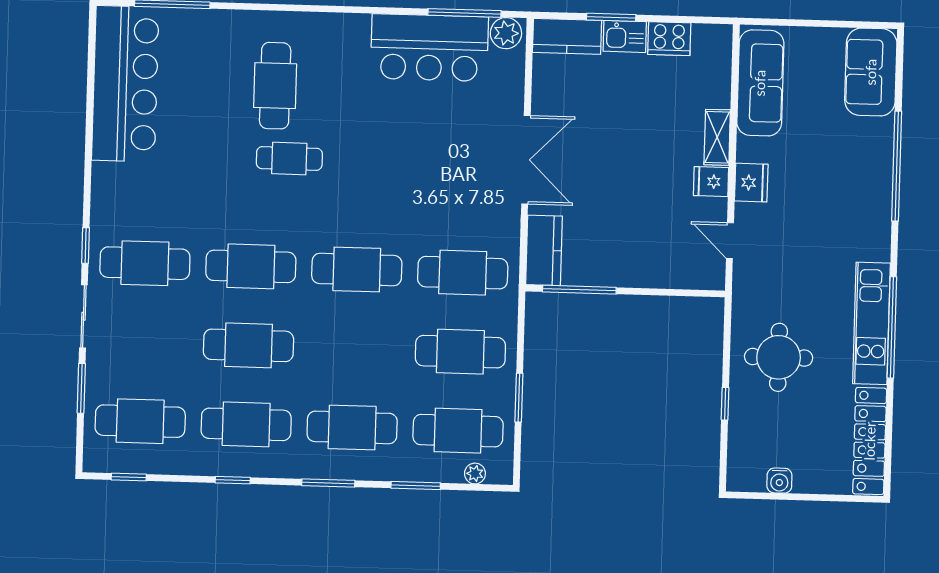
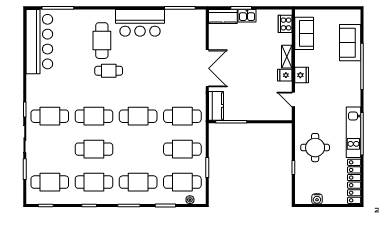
plant: (506, 33) -> (197, 16), removed
cooker: (669, 39) -> (285, 24), moved, turned 90
bar counter: (429, 48) -> (140, 23), moved
sofa: (871, 72) -> (350, 43), moved
sofa: (760, 83) -> (304, 33), width x0.73

